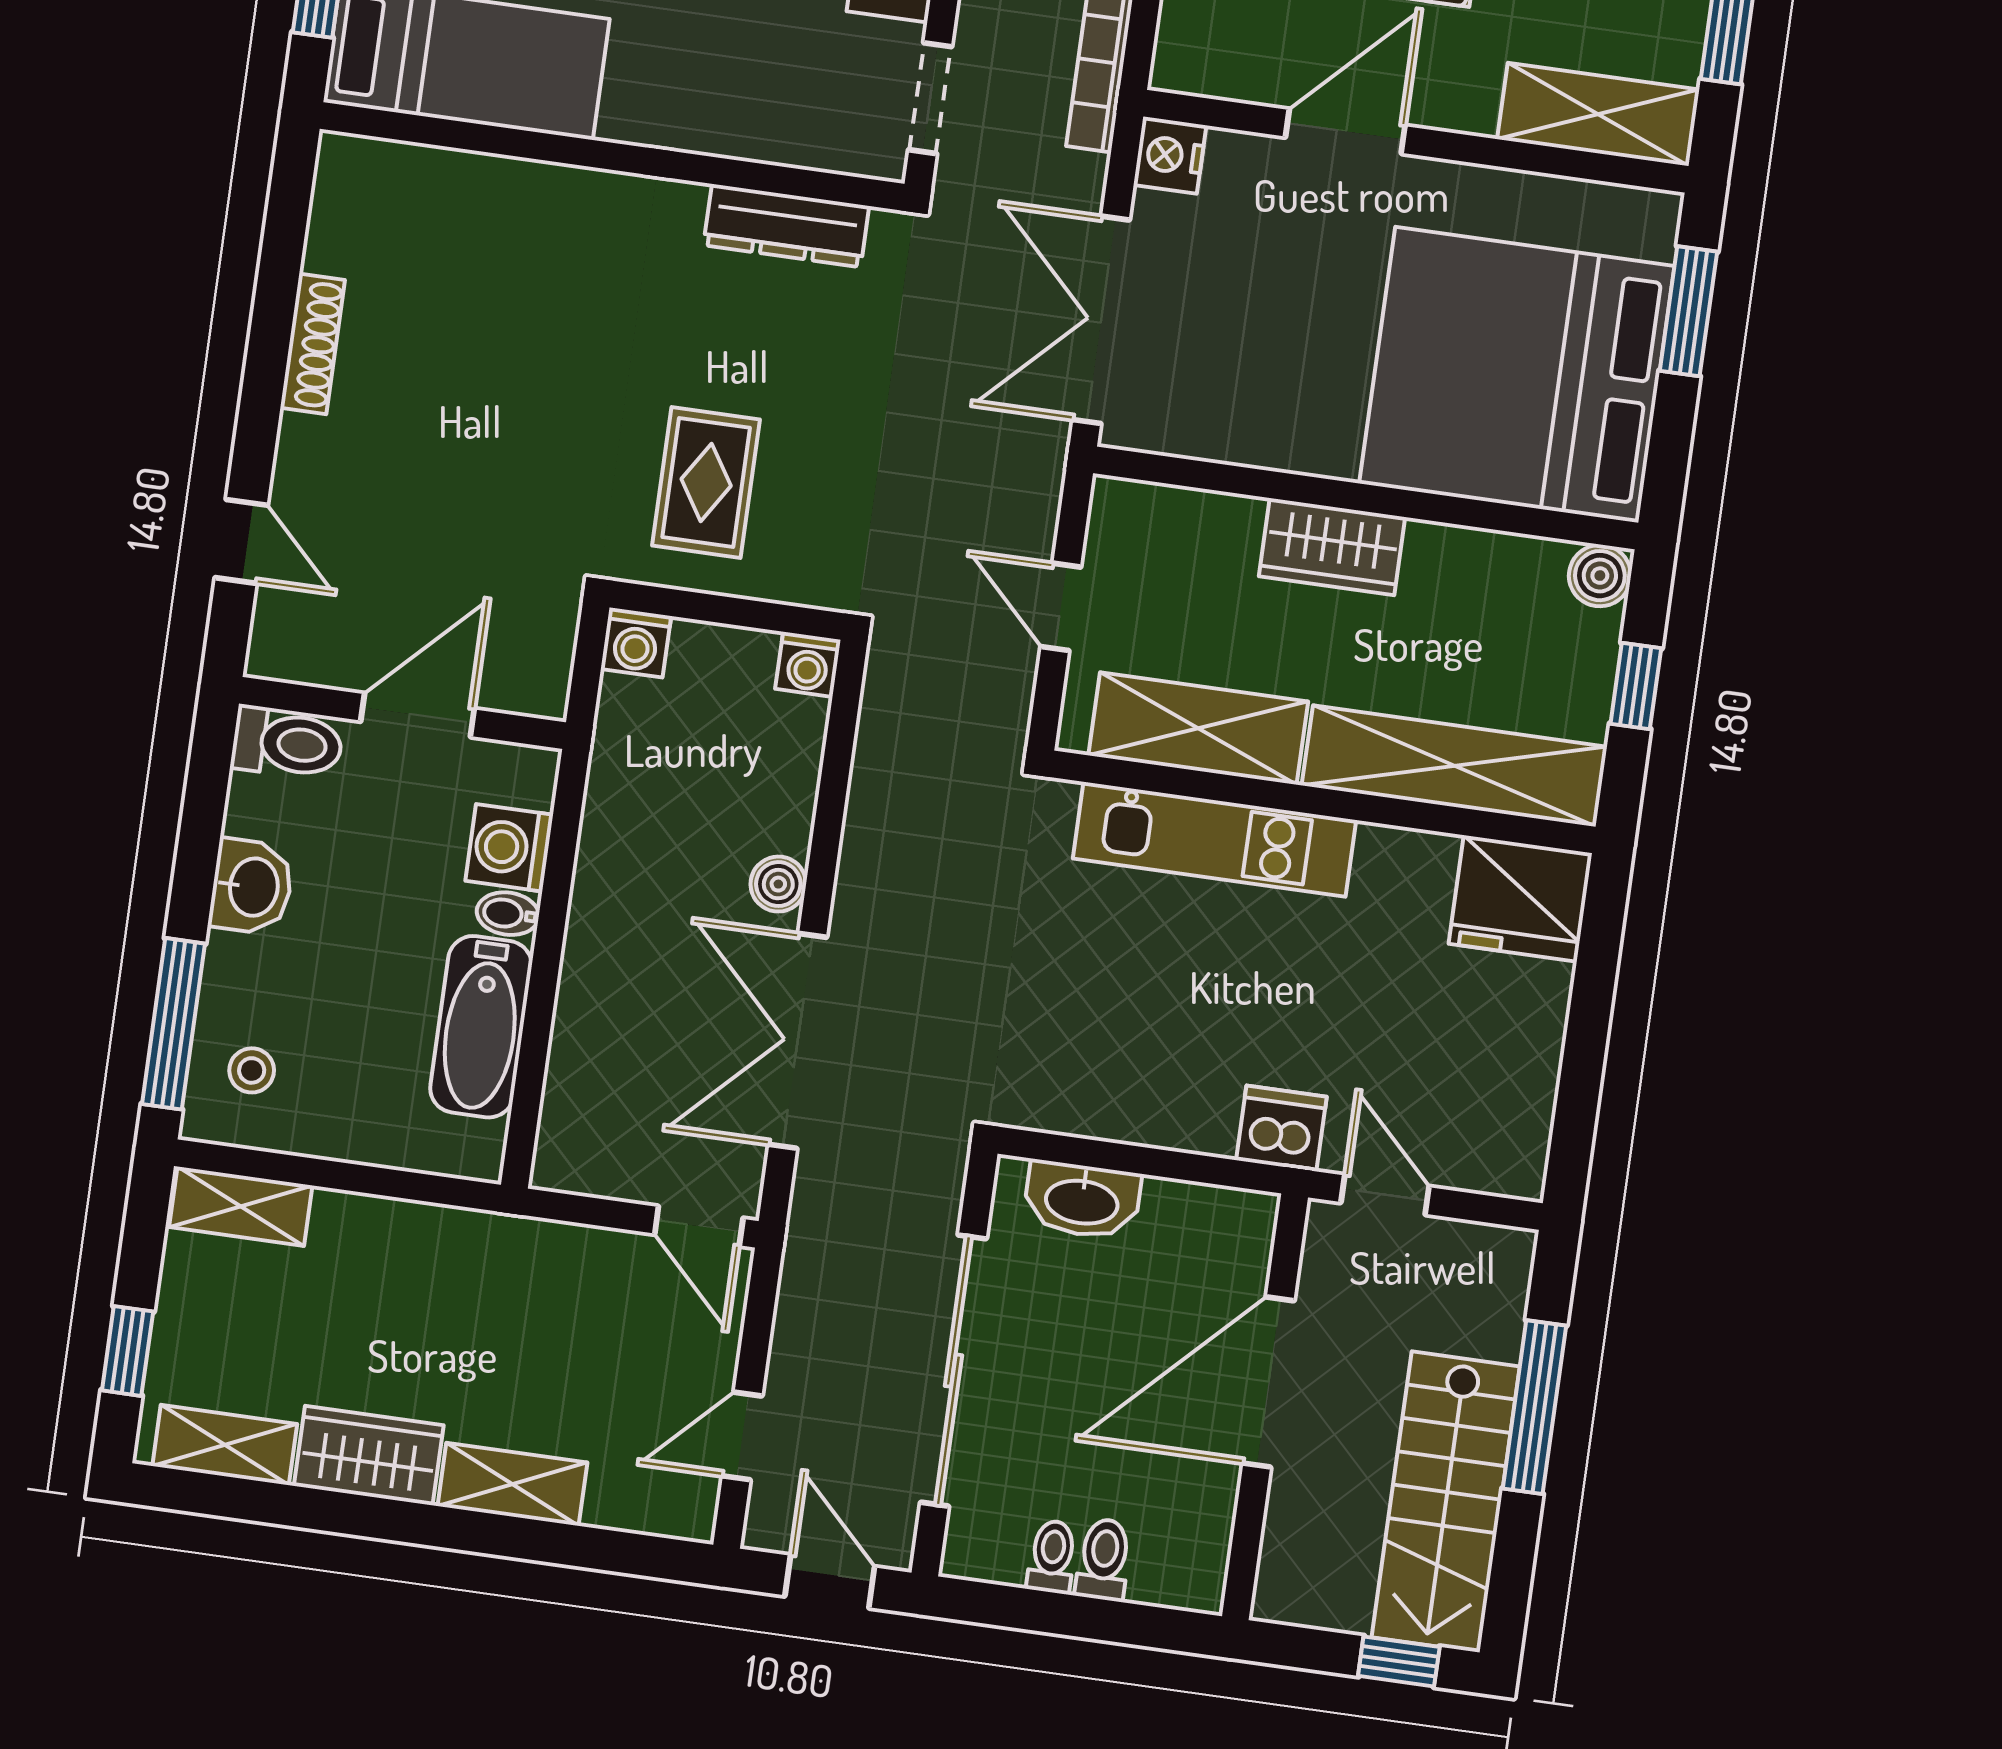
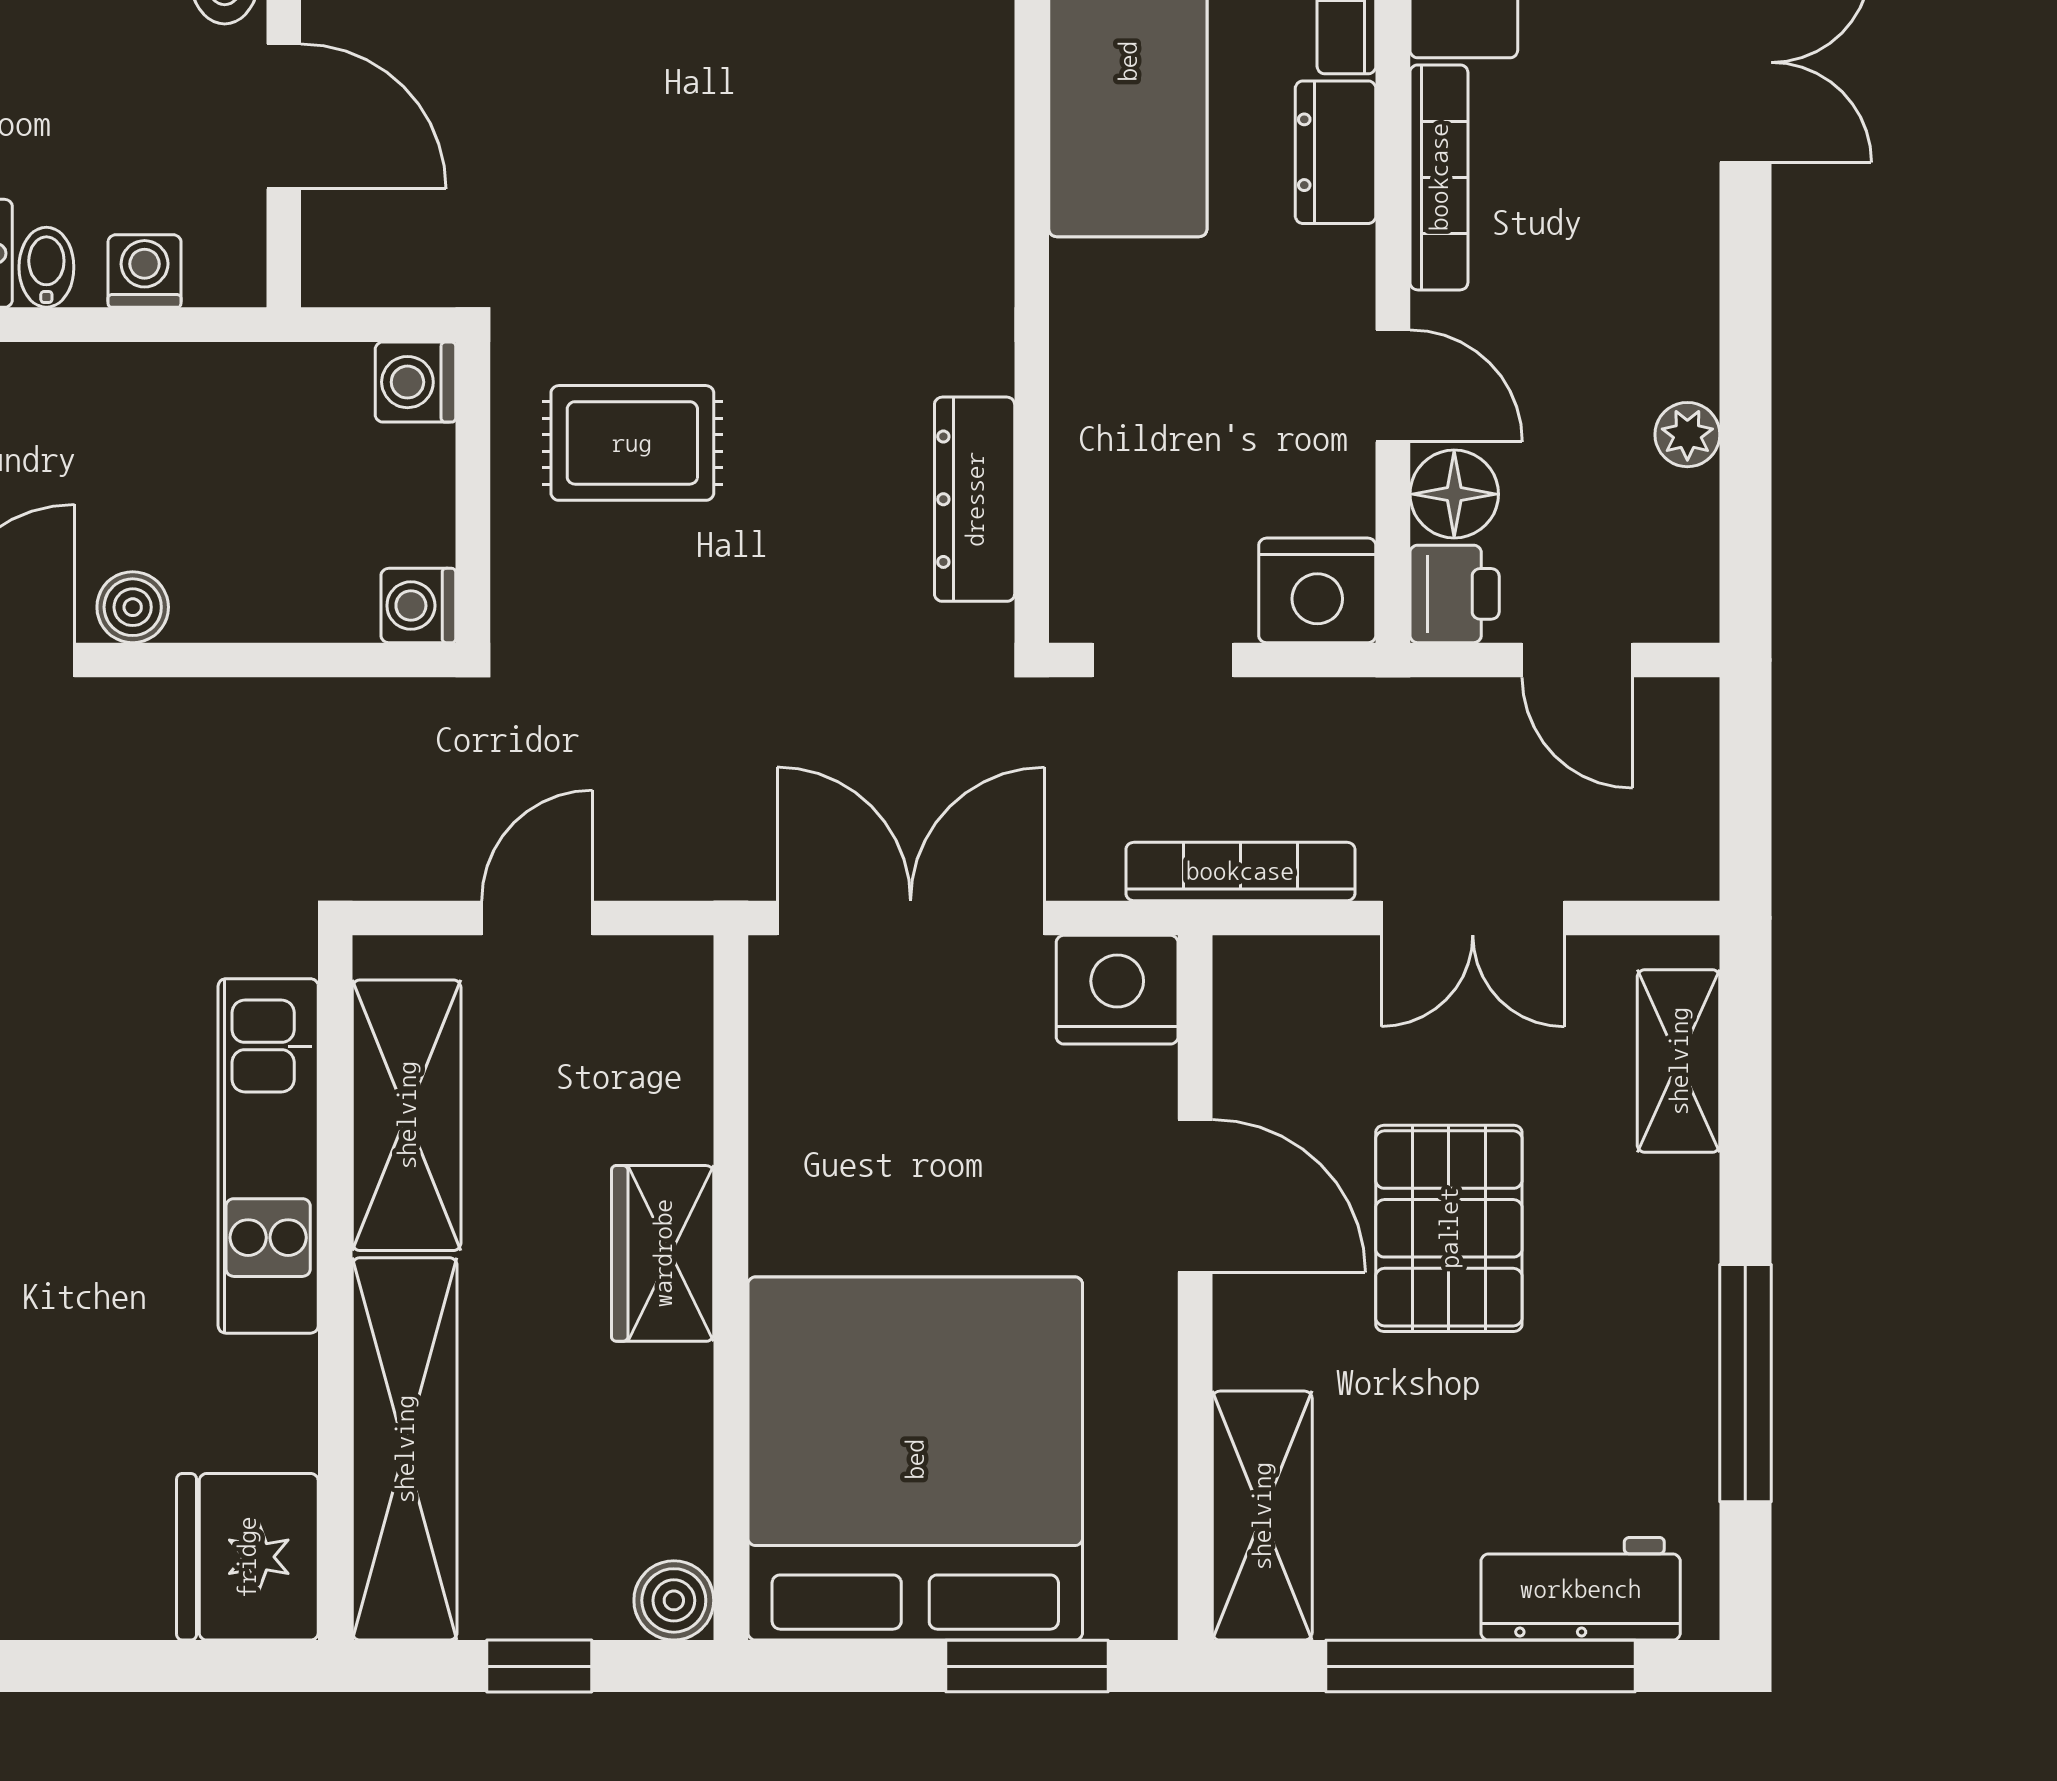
nightstand: (1170, 155) -> (1117, 990), width x1.36, depth x1.33
washing machine: (509, 848) -> (145, 271), width x0.73, depth x0.73

